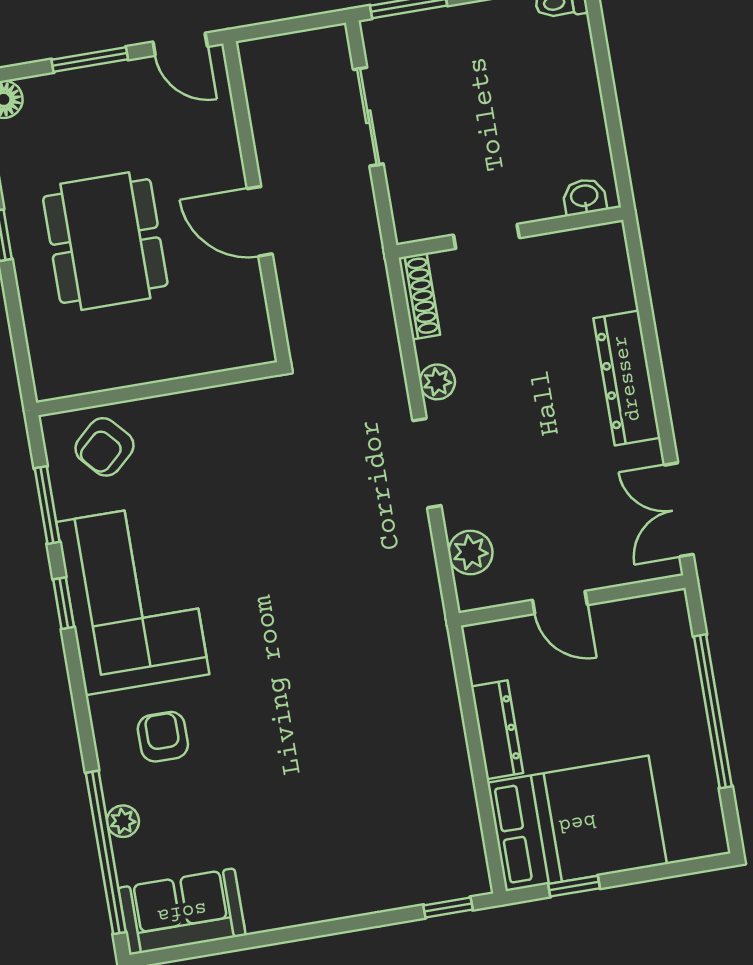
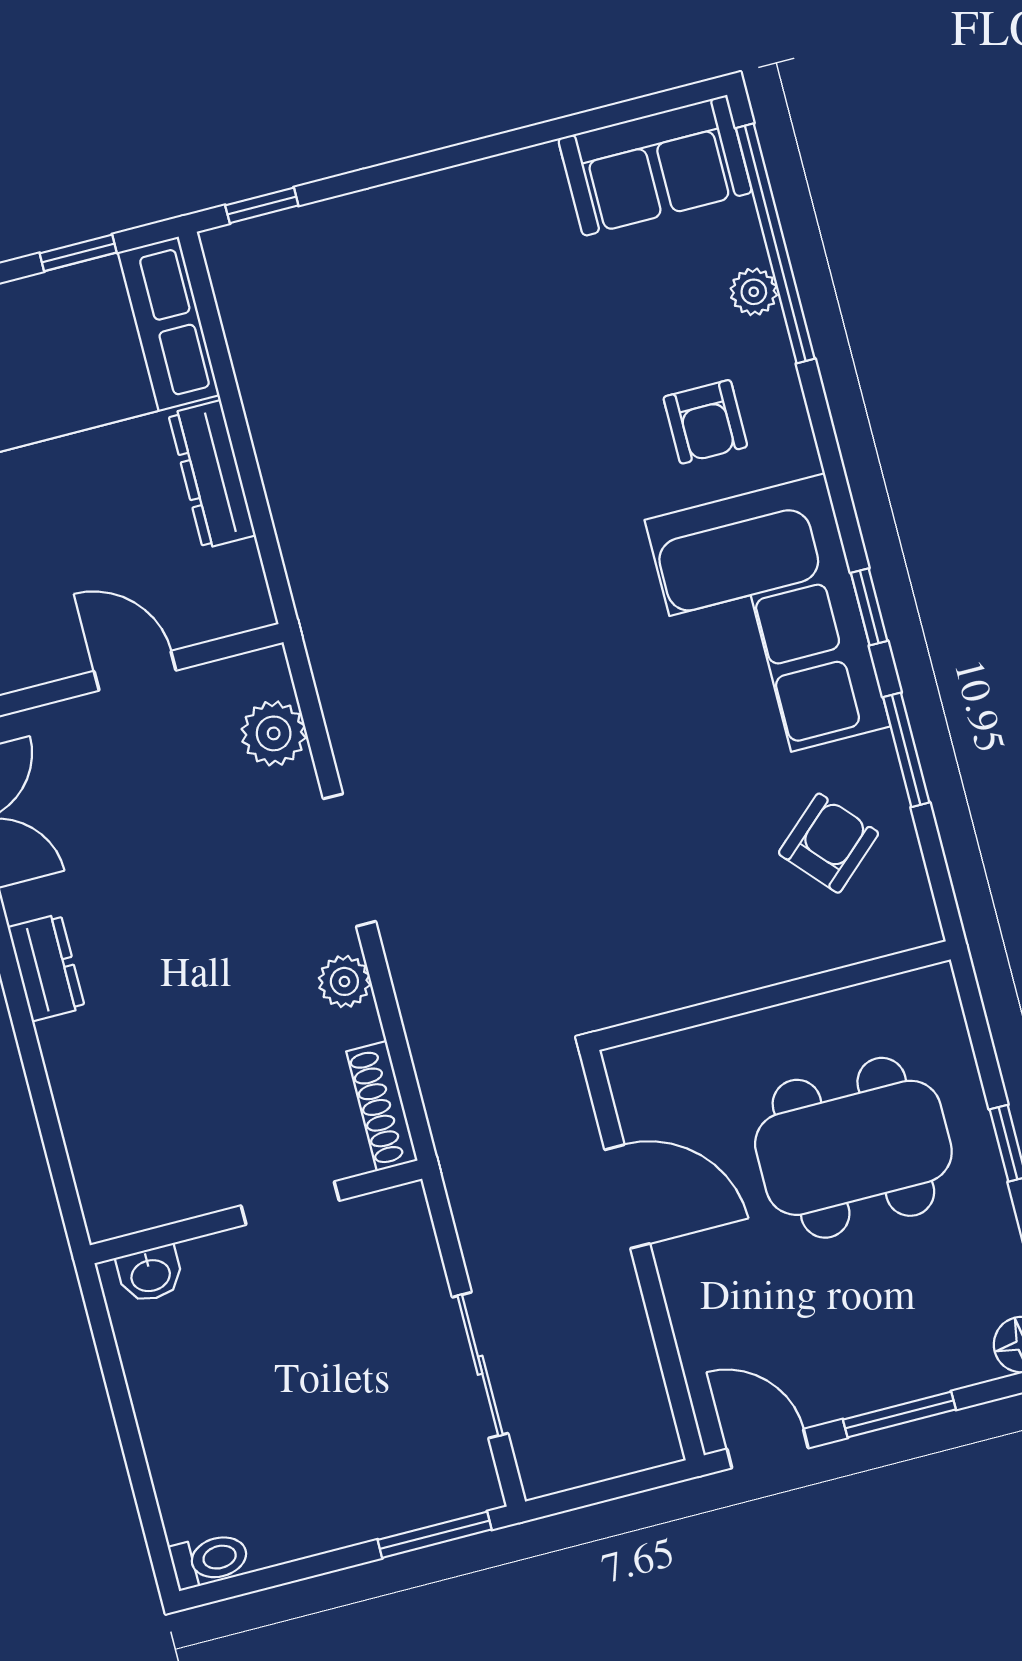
dining table: (105, 241) -> (853, 1148), turned 90
dresser: (627, 378) -> (46, 968), width x0.51, depth x0.80
wall: (158, 389) -> (773, 996), moved

